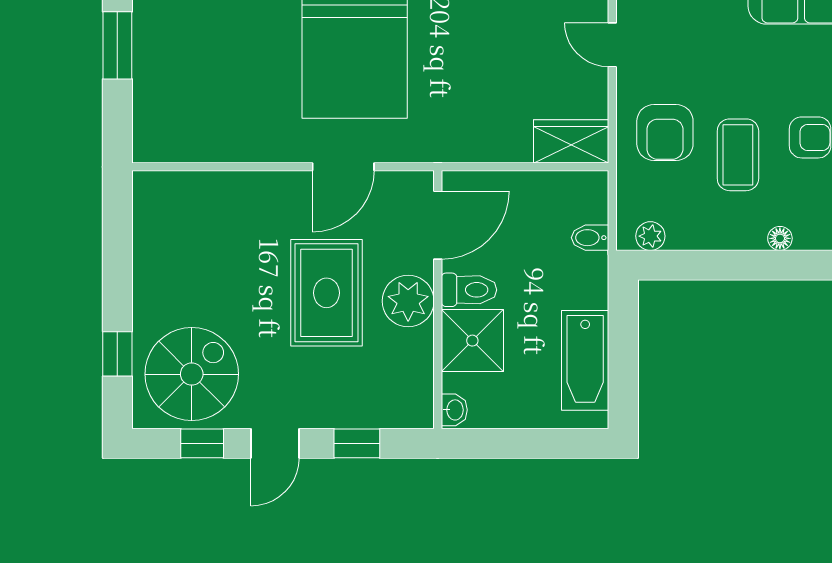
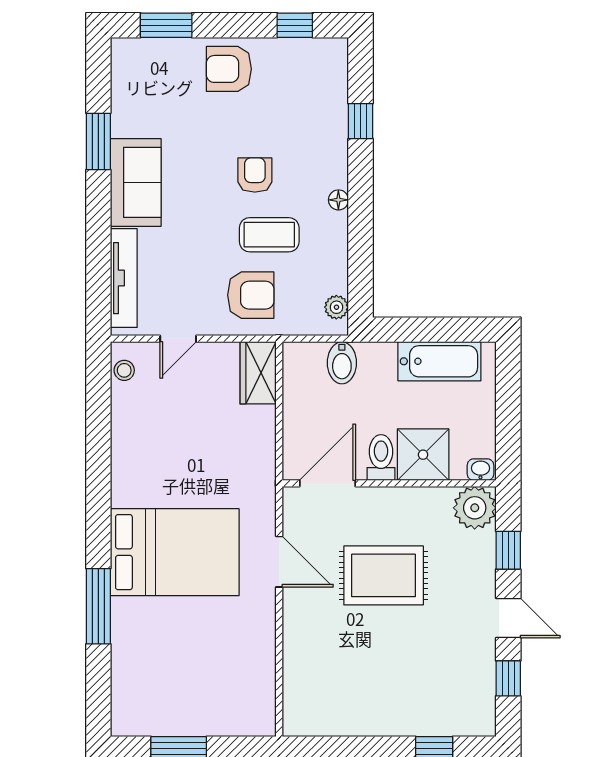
door: (438, 225) -> (327, 483), hinge flipped
bidet: (590, 238) -> (342, 363), width x1.38, depth x1.36
plant: (408, 301) -> (475, 508), moved
spiral stairs: (192, 374) -> (451, 687), removed

